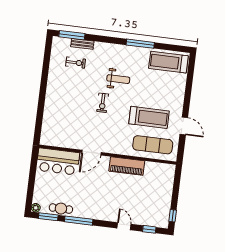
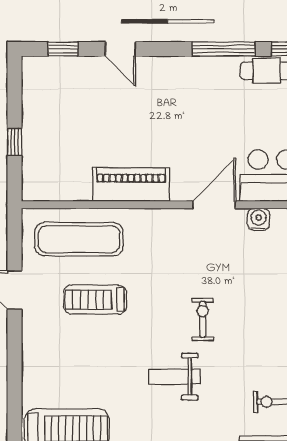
treadmill: (149, 117) -> (95, 300), width x0.73, depth x0.73
water cooler: (73, 144) -> (259, 219), added
window: (173, 216) -> (15, 142), moved

